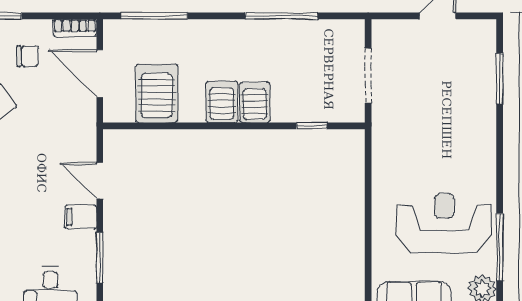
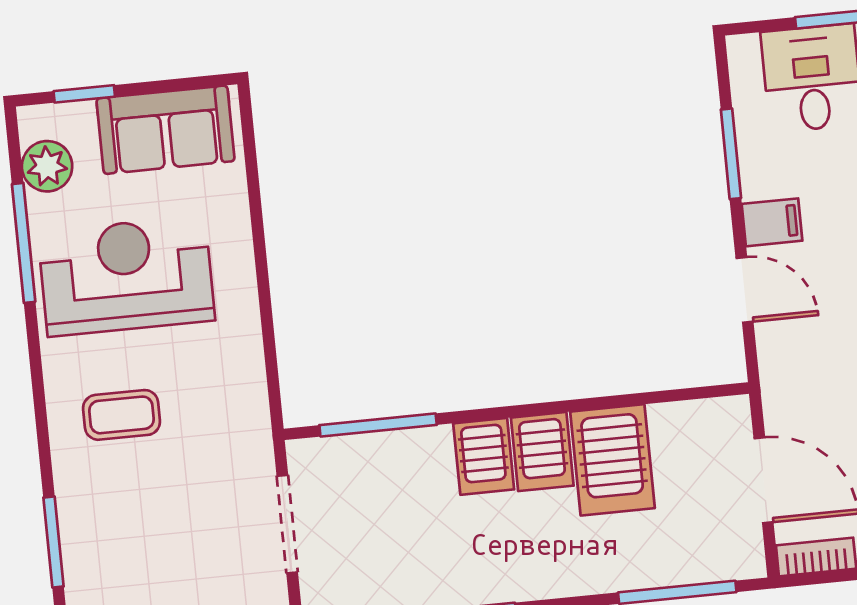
server rack: (157, 93) -> (613, 460), moved
window: (312, 126) -> (378, 425), width x2.17
coffee table: (455, 146) -> (122, 415), added
reception desk: (444, 223) -> (126, 276), turned 180

